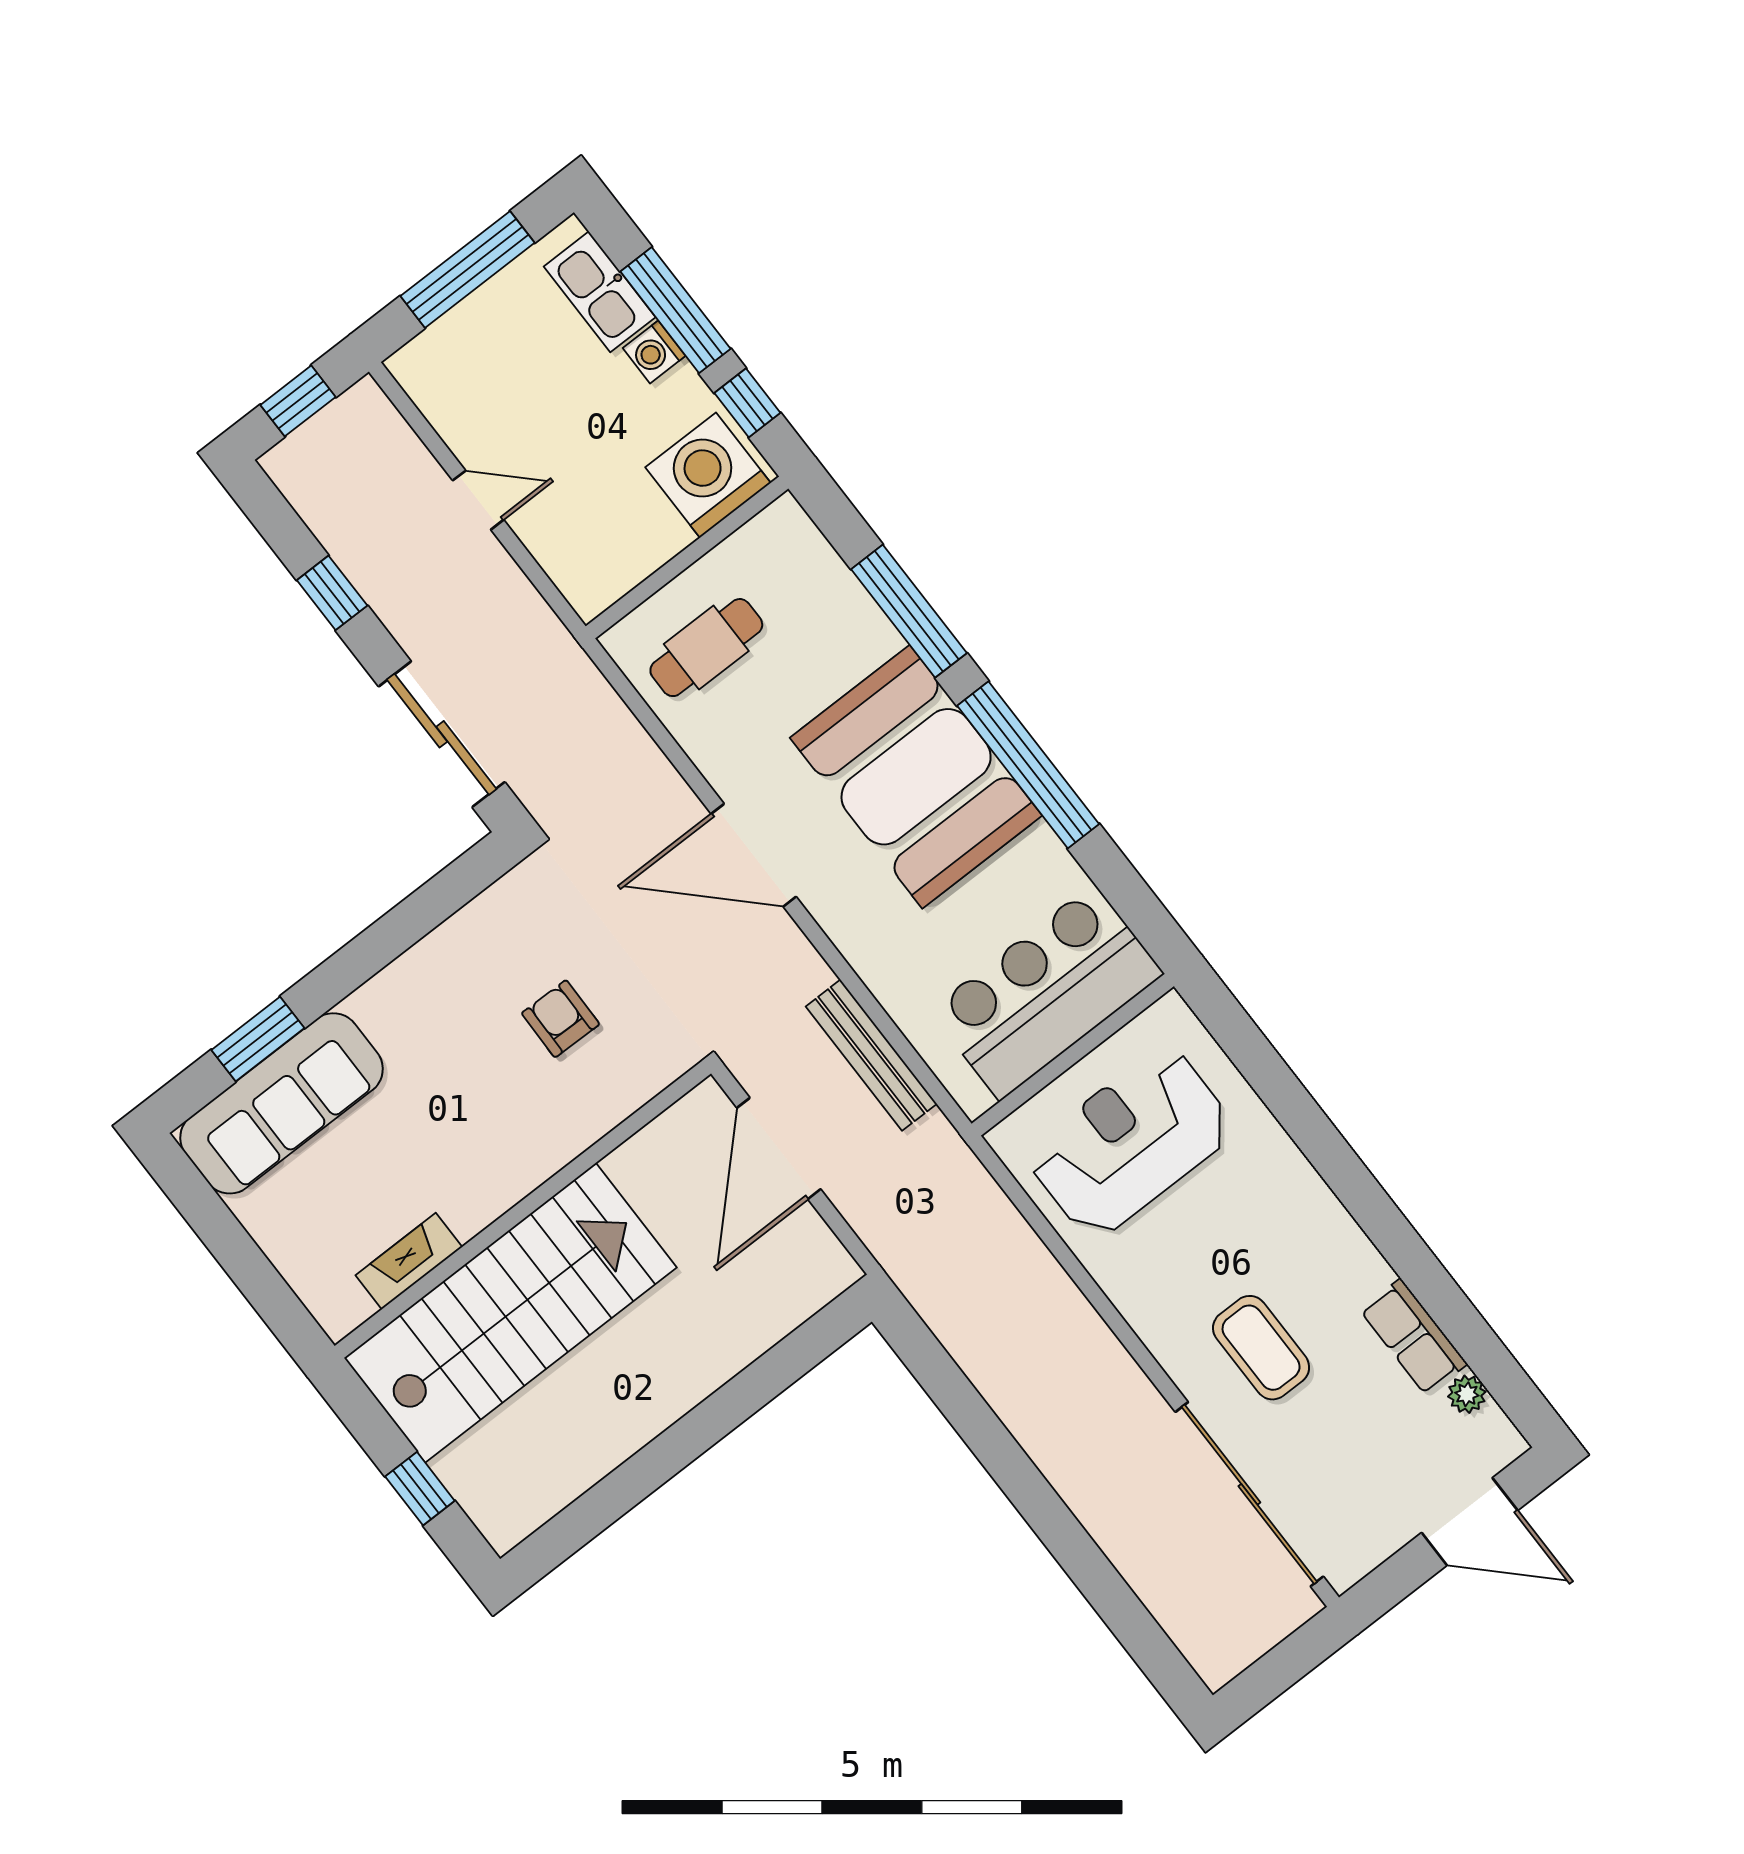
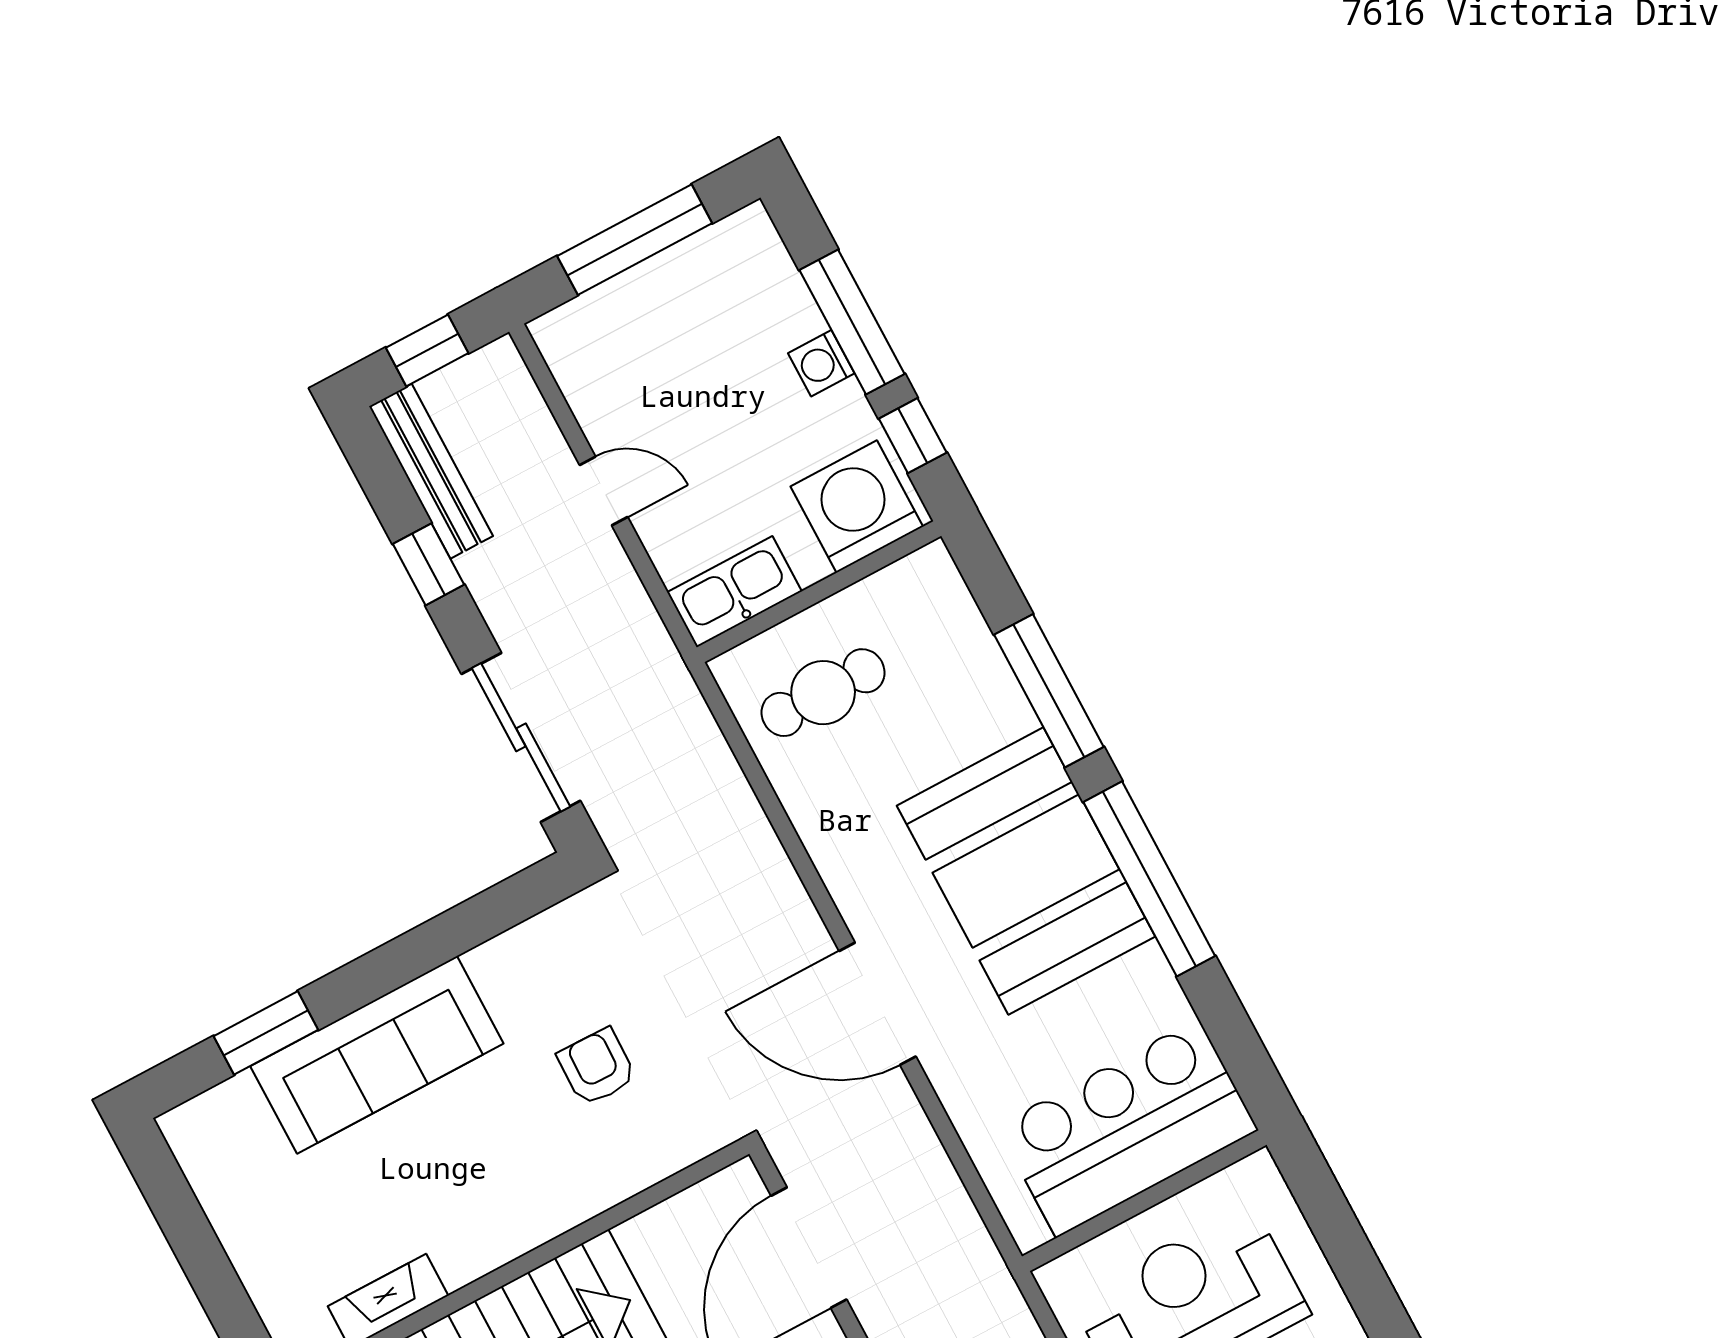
kitchen sink: (600, 292) -> (734, 592), moved, turned 90
door: (754, 855) -> (877, 1004), moved
bench: (871, 1055) -> (431, 471), moved
sofa: (281, 1103) -> (377, 1055), moved

